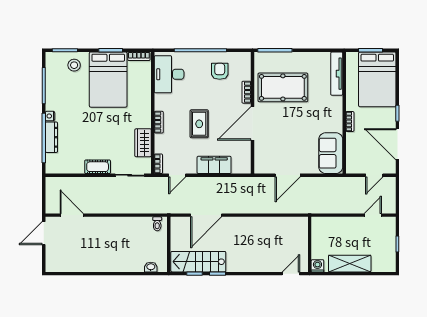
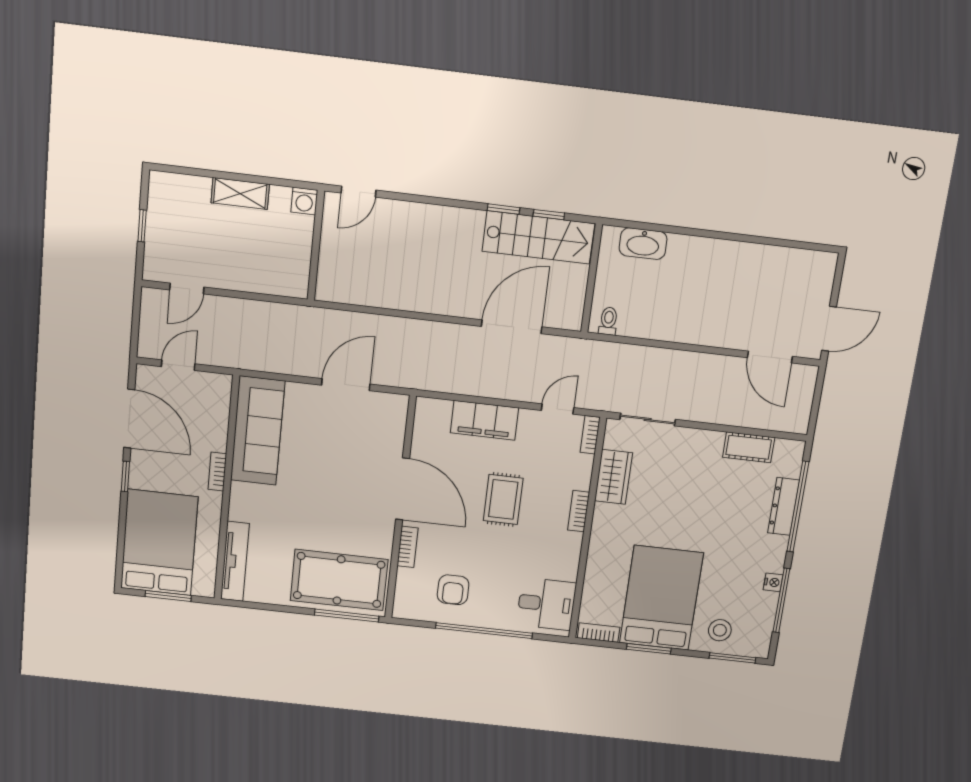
desk: (169, 74) -> (546, 604), width x0.73
pool table: (283, 87) -> (339, 580), moved
nightstand: (50, 116) -> (773, 582), moved
door: (252, 123) -> (403, 489), hinge flipped
sofa: (331, 153) -> (258, 431), width x1.36
cot: (98, 167) -> (749, 447), moved
shelving: (350, 264) -> (240, 194), width x0.67, depth x0.75
washbasin: (151, 267) -> (643, 244), width x1.91, depth x1.45

